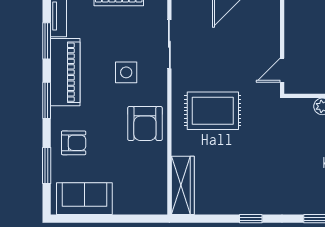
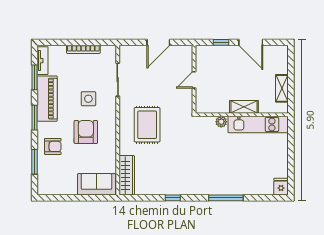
door: (282, 70) -> (194, 80), moved
rug: (213, 111) -> (147, 125), turned 90
armchair: (145, 124) -> (86, 132), moved, turned 180
sofa: (84, 199) -> (96, 184), moved

